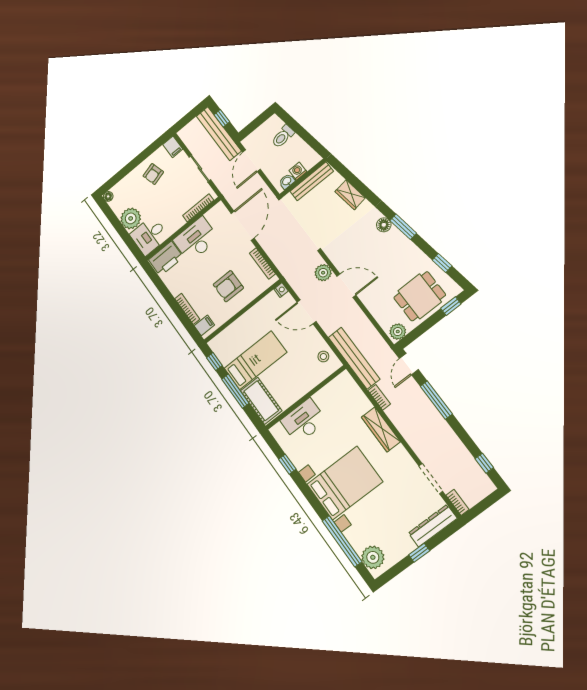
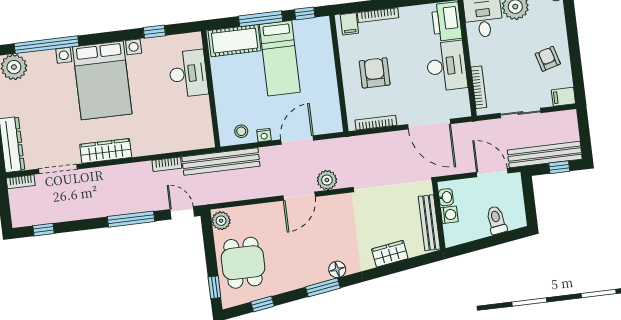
nightstand: (281, 290) -> (264, 135), moved
wardrobe: (381, 429) -> (106, 151), moved

